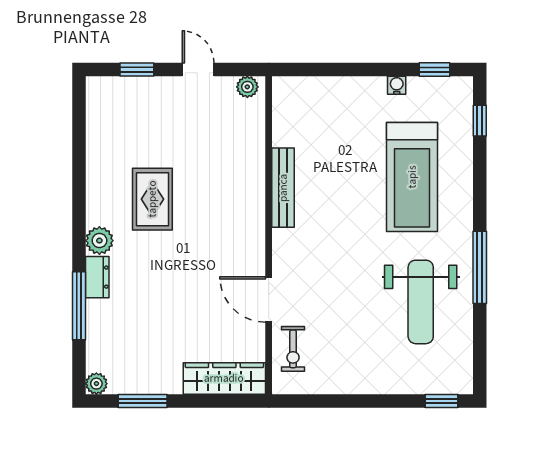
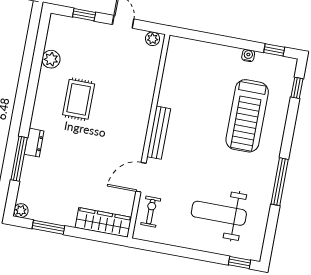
bench: (283, 188) -> (159, 133), moved
plant: (99, 241) -> (51, 59), moved
door: (269, 300) -> (141, 177), hinge flipped
weight bench: (421, 302) -> (219, 213), moved, turned 90
exercise bike: (293, 349) -> (151, 212), turned 180

